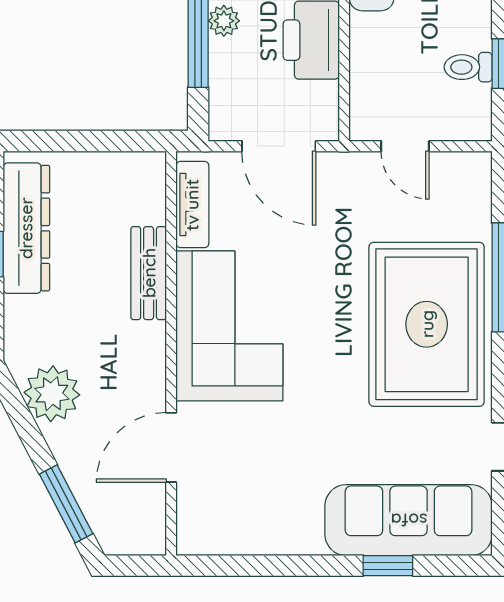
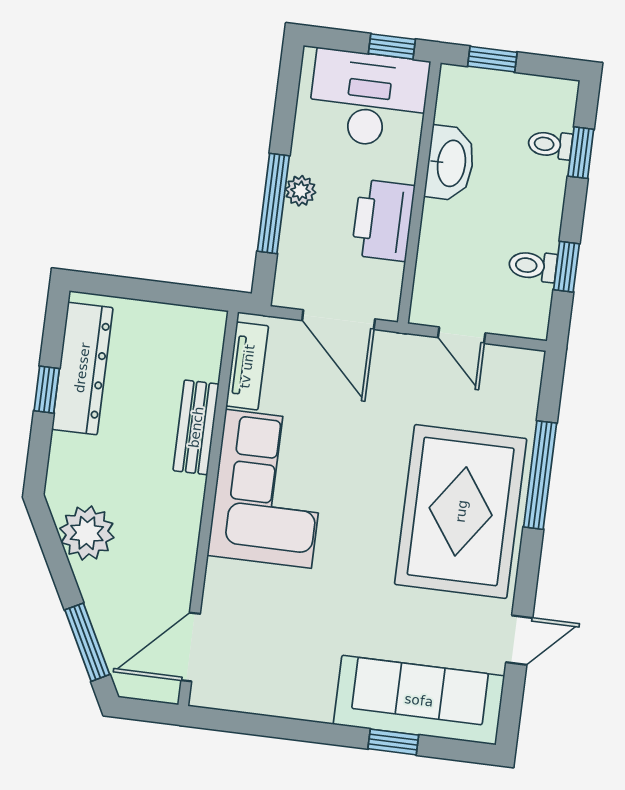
door: (171, 447) -> (191, 647), moved

